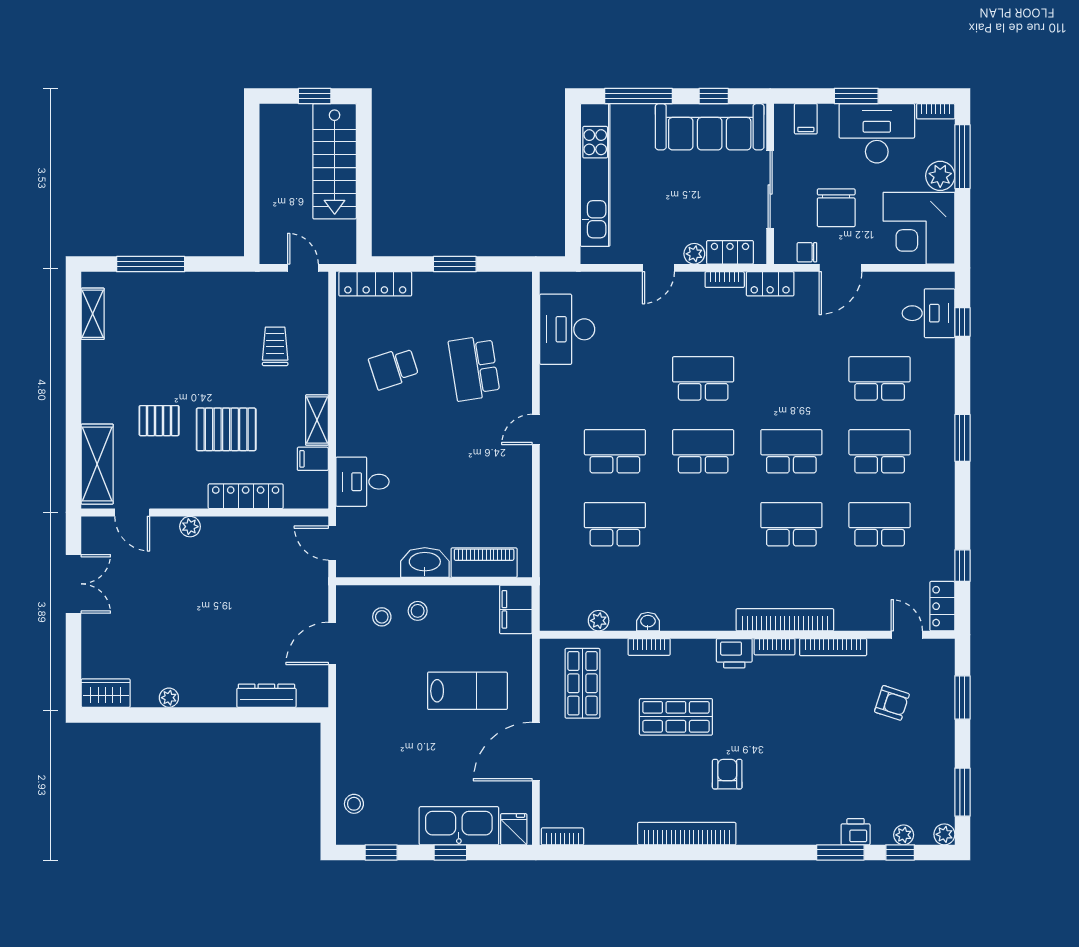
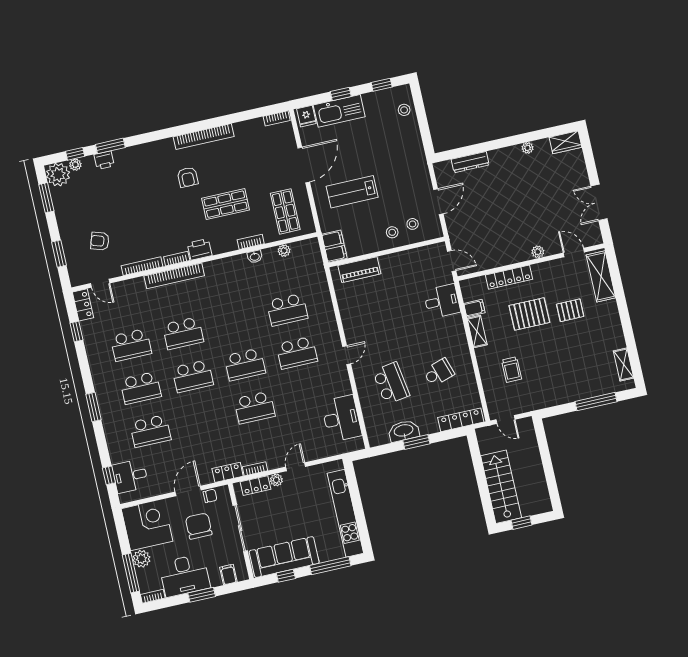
washbasin: (425, 563) -> (404, 431), moved, turned 180
plant: (944, 834) -> (58, 175), width x1.87, depth x1.87

